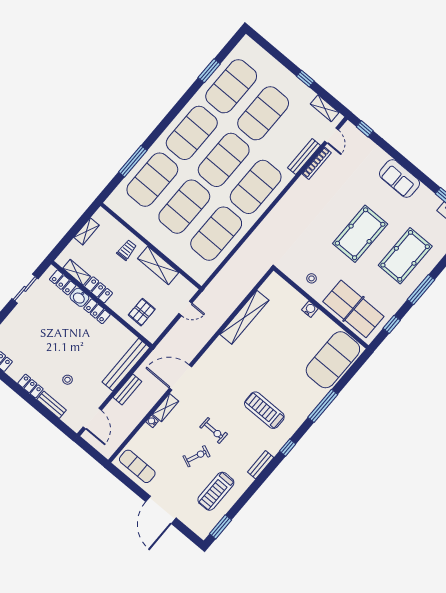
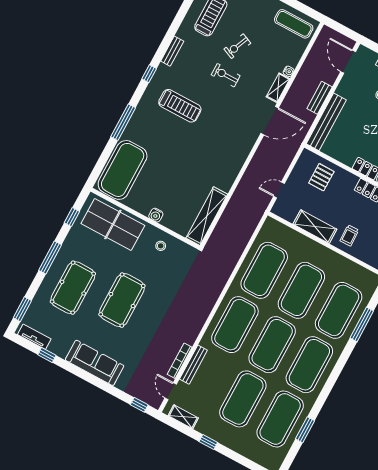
sofa: (399, 179) -> (95, 363), width x1.36
shelving: (244, 317) -> (207, 216), moved

